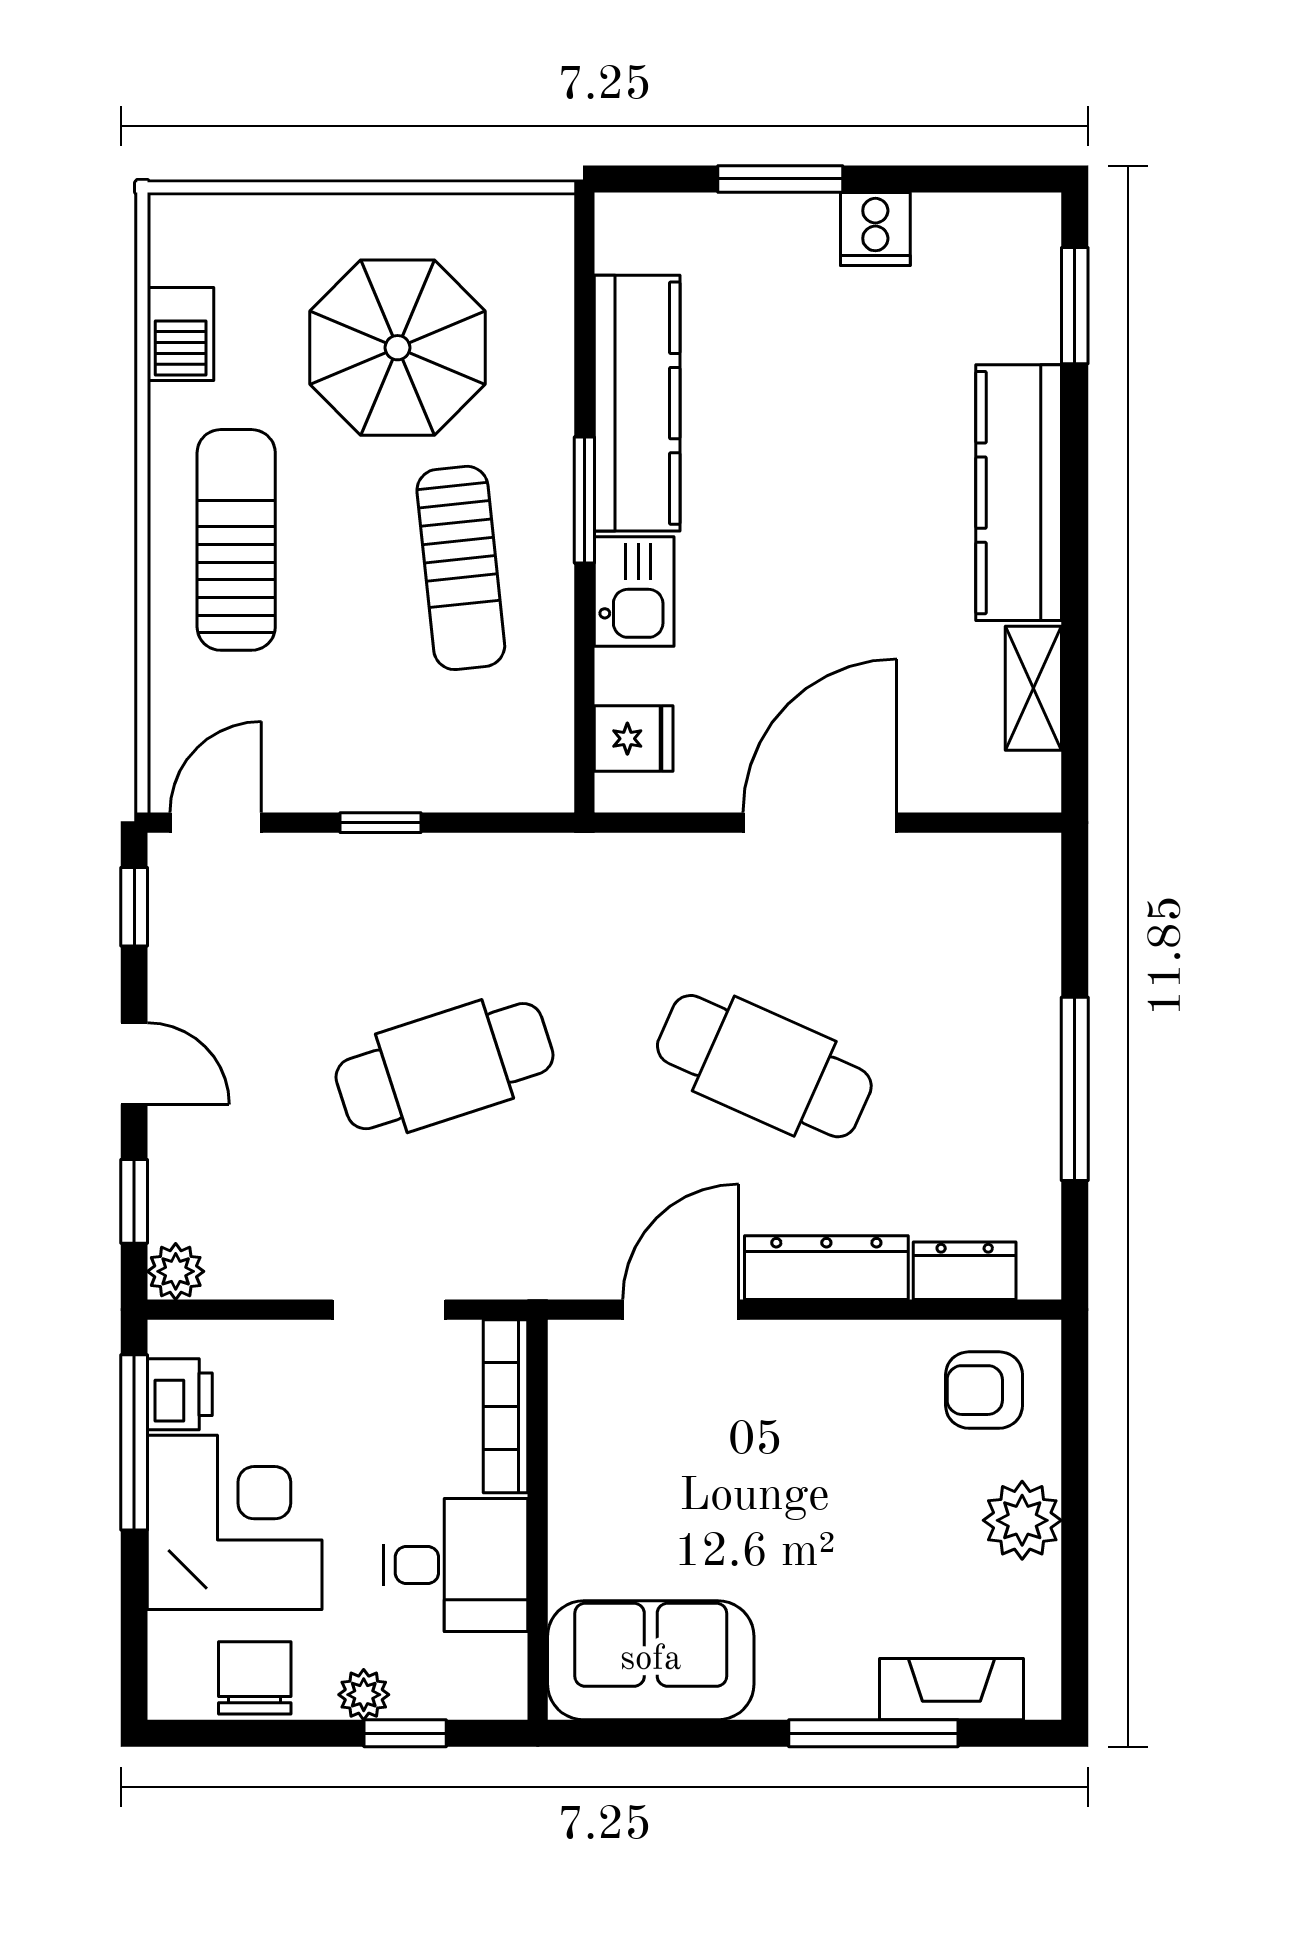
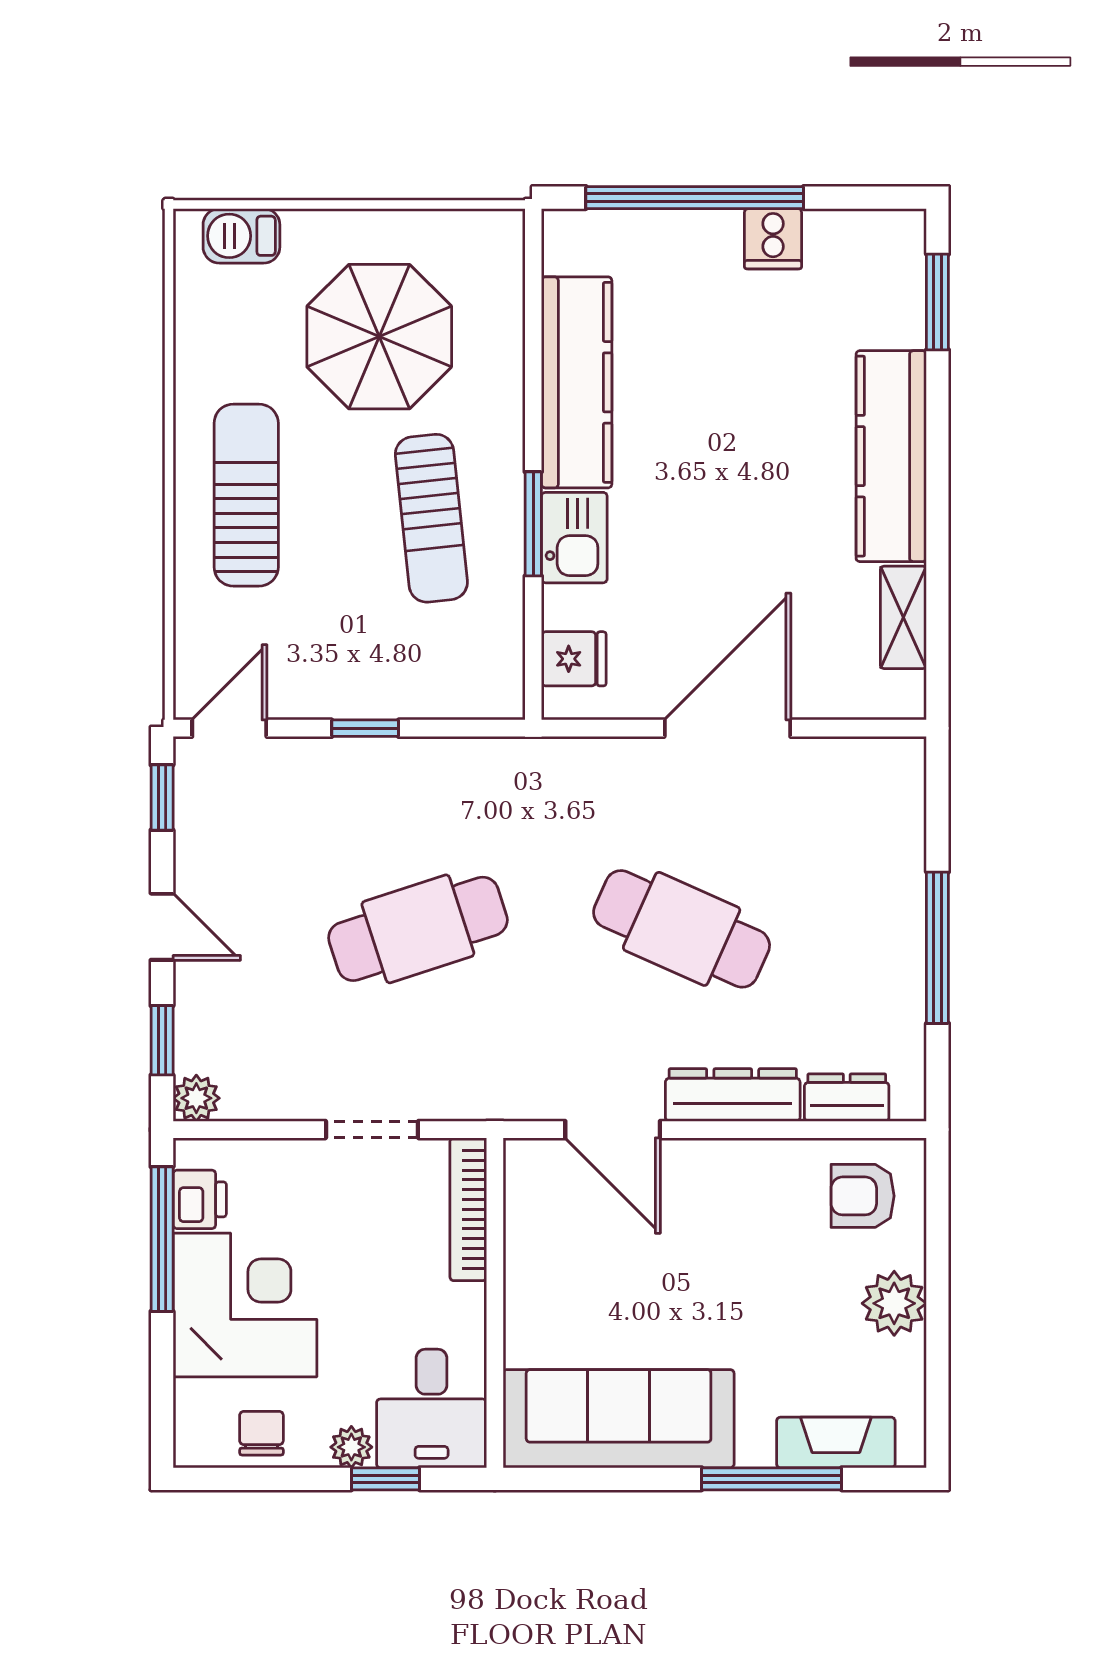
window: (780, 179) -> (695, 198), width x2.11
barbecue: (181, 334) -> (241, 236), moved, turned 90
window: (584, 500) -> (533, 524), moved
door: (681, 1310) -> (613, 1130), swing flipped
desk: (456, 1565) -> (432, 1408), moved, turned 90
sofa: (651, 1660) -> (619, 1419), width x1.36
chair: (255, 1678) -> (261, 1433), width x0.73, depth x0.73

